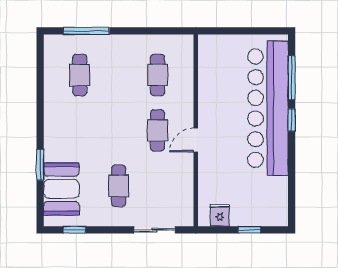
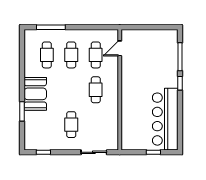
cafe table: (119, 75) -> (71, 55), added
bar counter: (268, 108) -> (165, 119), moved, width x0.73
door: (196, 140) -> (120, 48), moved
booth: (61, 189) -> (35, 94), moved
fridge: (220, 215) -> (135, 143), removed

